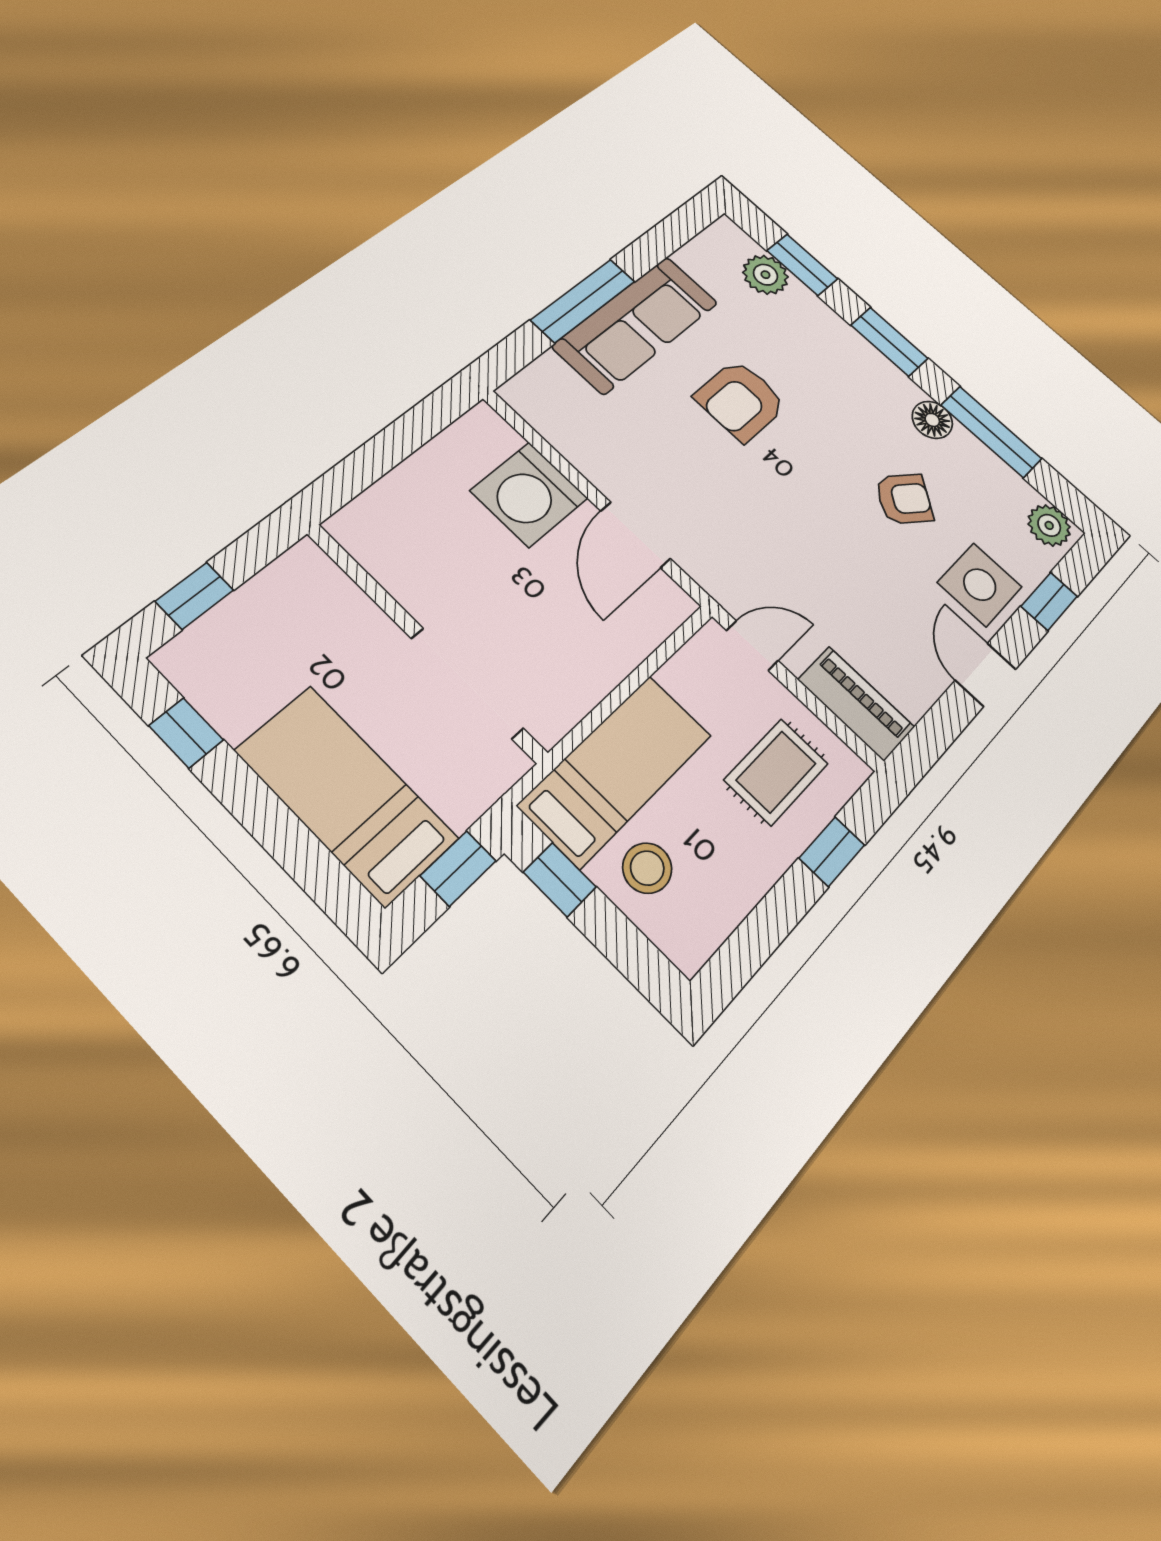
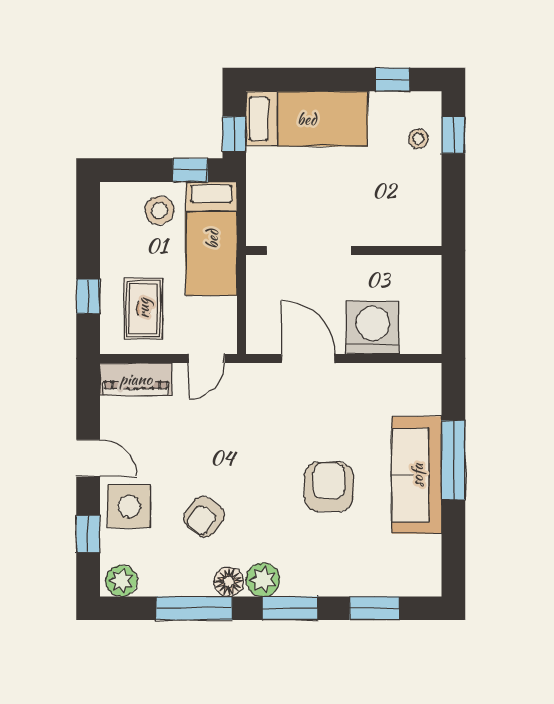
plant: (765, 275) -> (263, 580), moved
stool: (240, 633) -> (418, 139), added
wall: (426, 642) -> (344, 250), moved
doorway: (467, 683) -> (309, 250), moved

